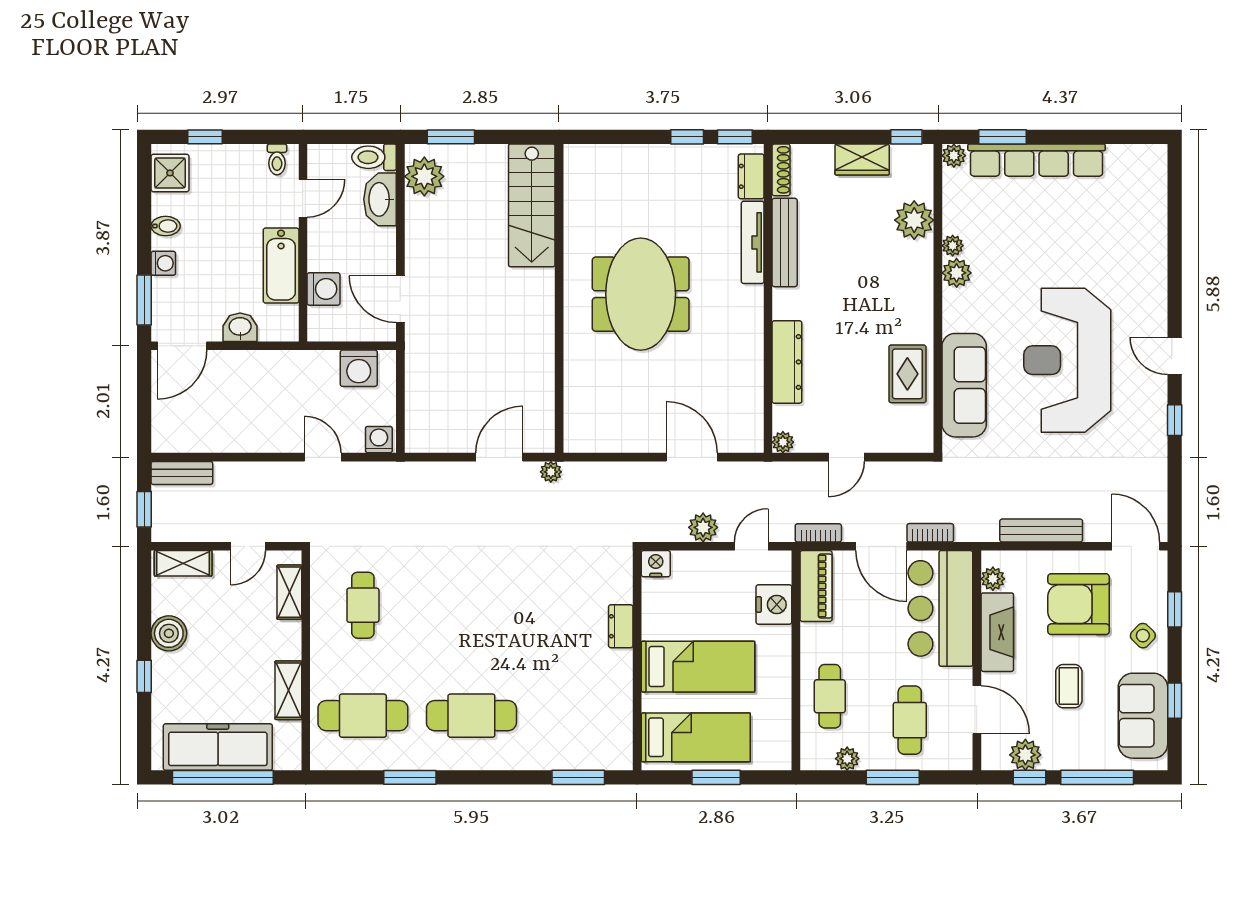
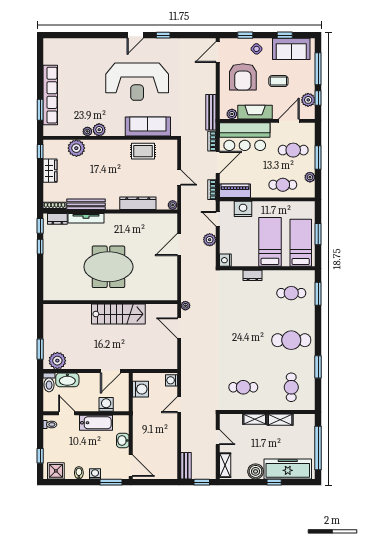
plant: (954, 156) -> (48, 131), removed
stairs: (532, 205) -> (118, 314), moved
bench: (1041, 530) -> (211, 112), moved
shelving: (289, 592) -> (255, 419), moved
cafe table: (363, 716) -> (291, 387), width x0.73, depth x0.74
cafe table: (471, 716) -> (291, 340), turned 90
cafe table: (580, 716) -> (291, 293), added
freezer: (218, 747) -> (288, 469), moved, turned 90

